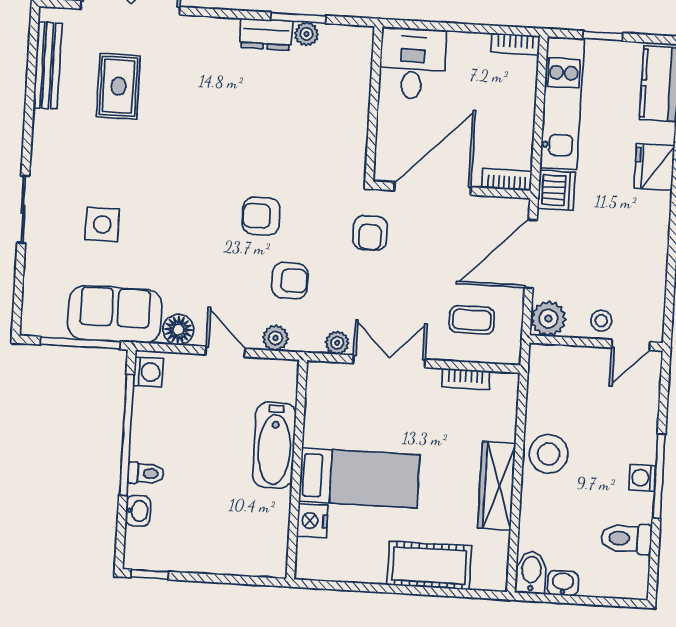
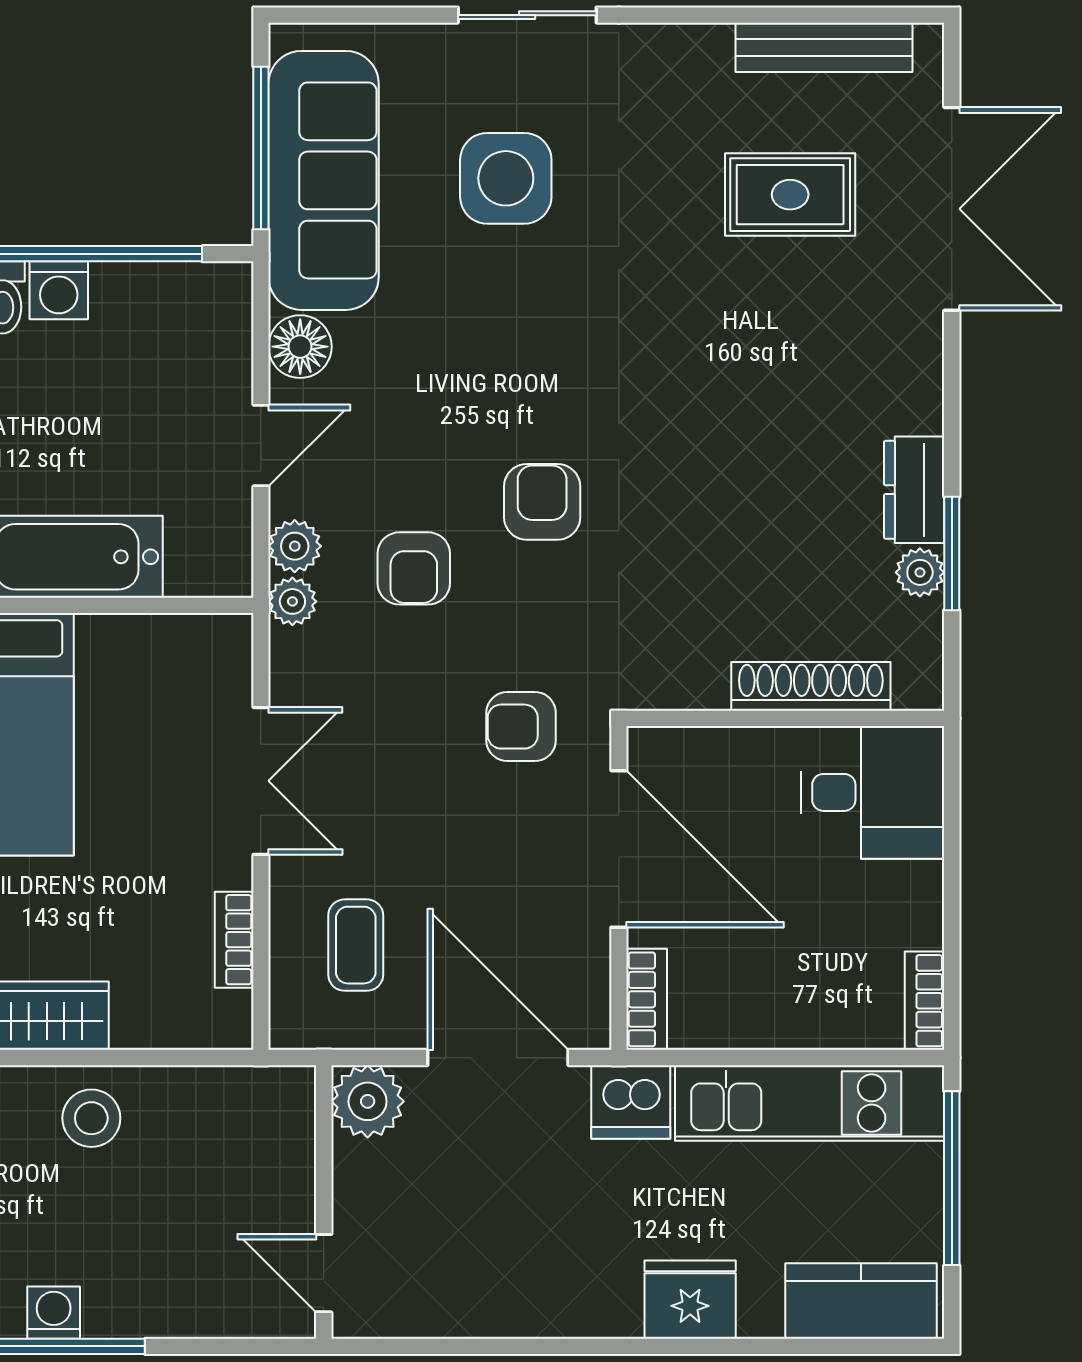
window: (603, 36) -> (952, 1178), width x2.17
shoe rack: (359, 90) -> (811, 686), added
side table: (102, 224) -> (506, 178), width x1.37, depth x1.37
sofa: (115, 314) -> (324, 180), width x1.36
stool: (601, 321) -> (370, 1210), removed
plant: (337, 343) -> (292, 601), moved
washing machine: (148, 372) -> (59, 290), moved
stool: (549, 454) -> (91, 1118), width x0.73, depth x0.73

